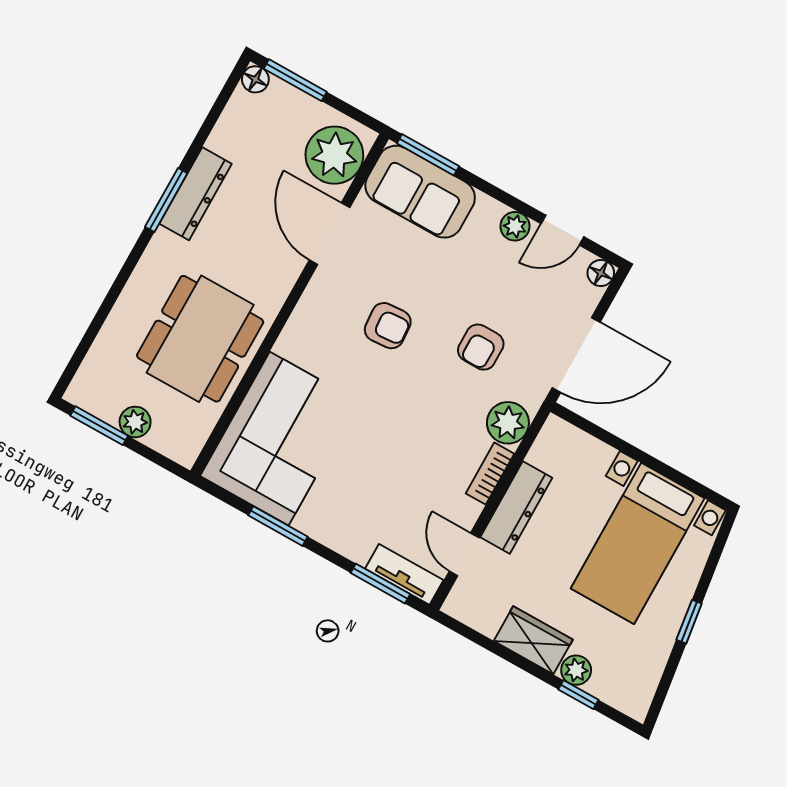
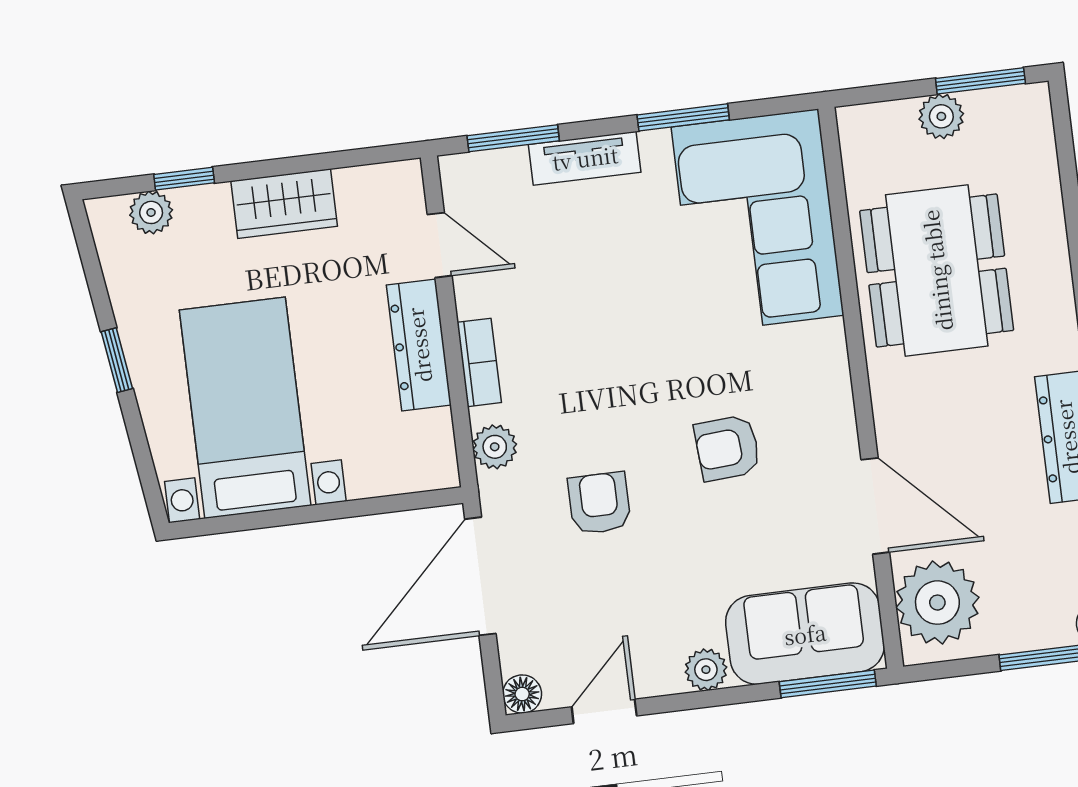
plant: (515, 226) -> (706, 670), moved
plant: (508, 423) -> (495, 447), width x0.73, depth x0.73
tv unit: (404, 574) -> (585, 158), moved
plant: (576, 670) -> (151, 212), moved

